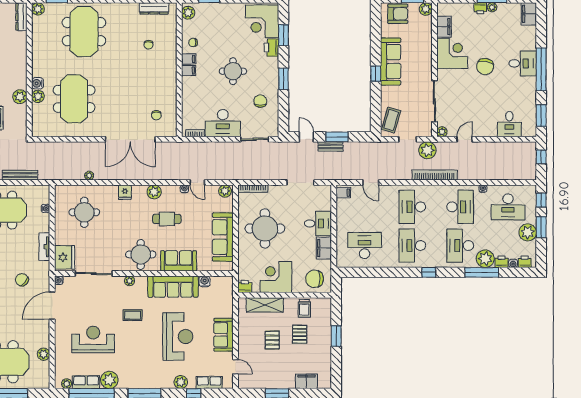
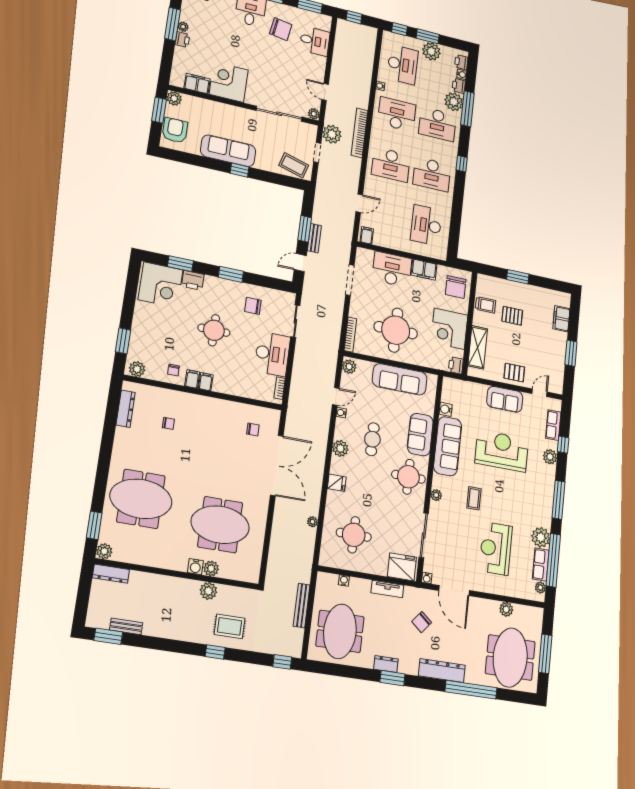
chair: (485, 67) -> (281, 29), moved
desk: (318, 223) -> (392, 269), width x1.37
pallet: (272, 340) -> (514, 373), moved

